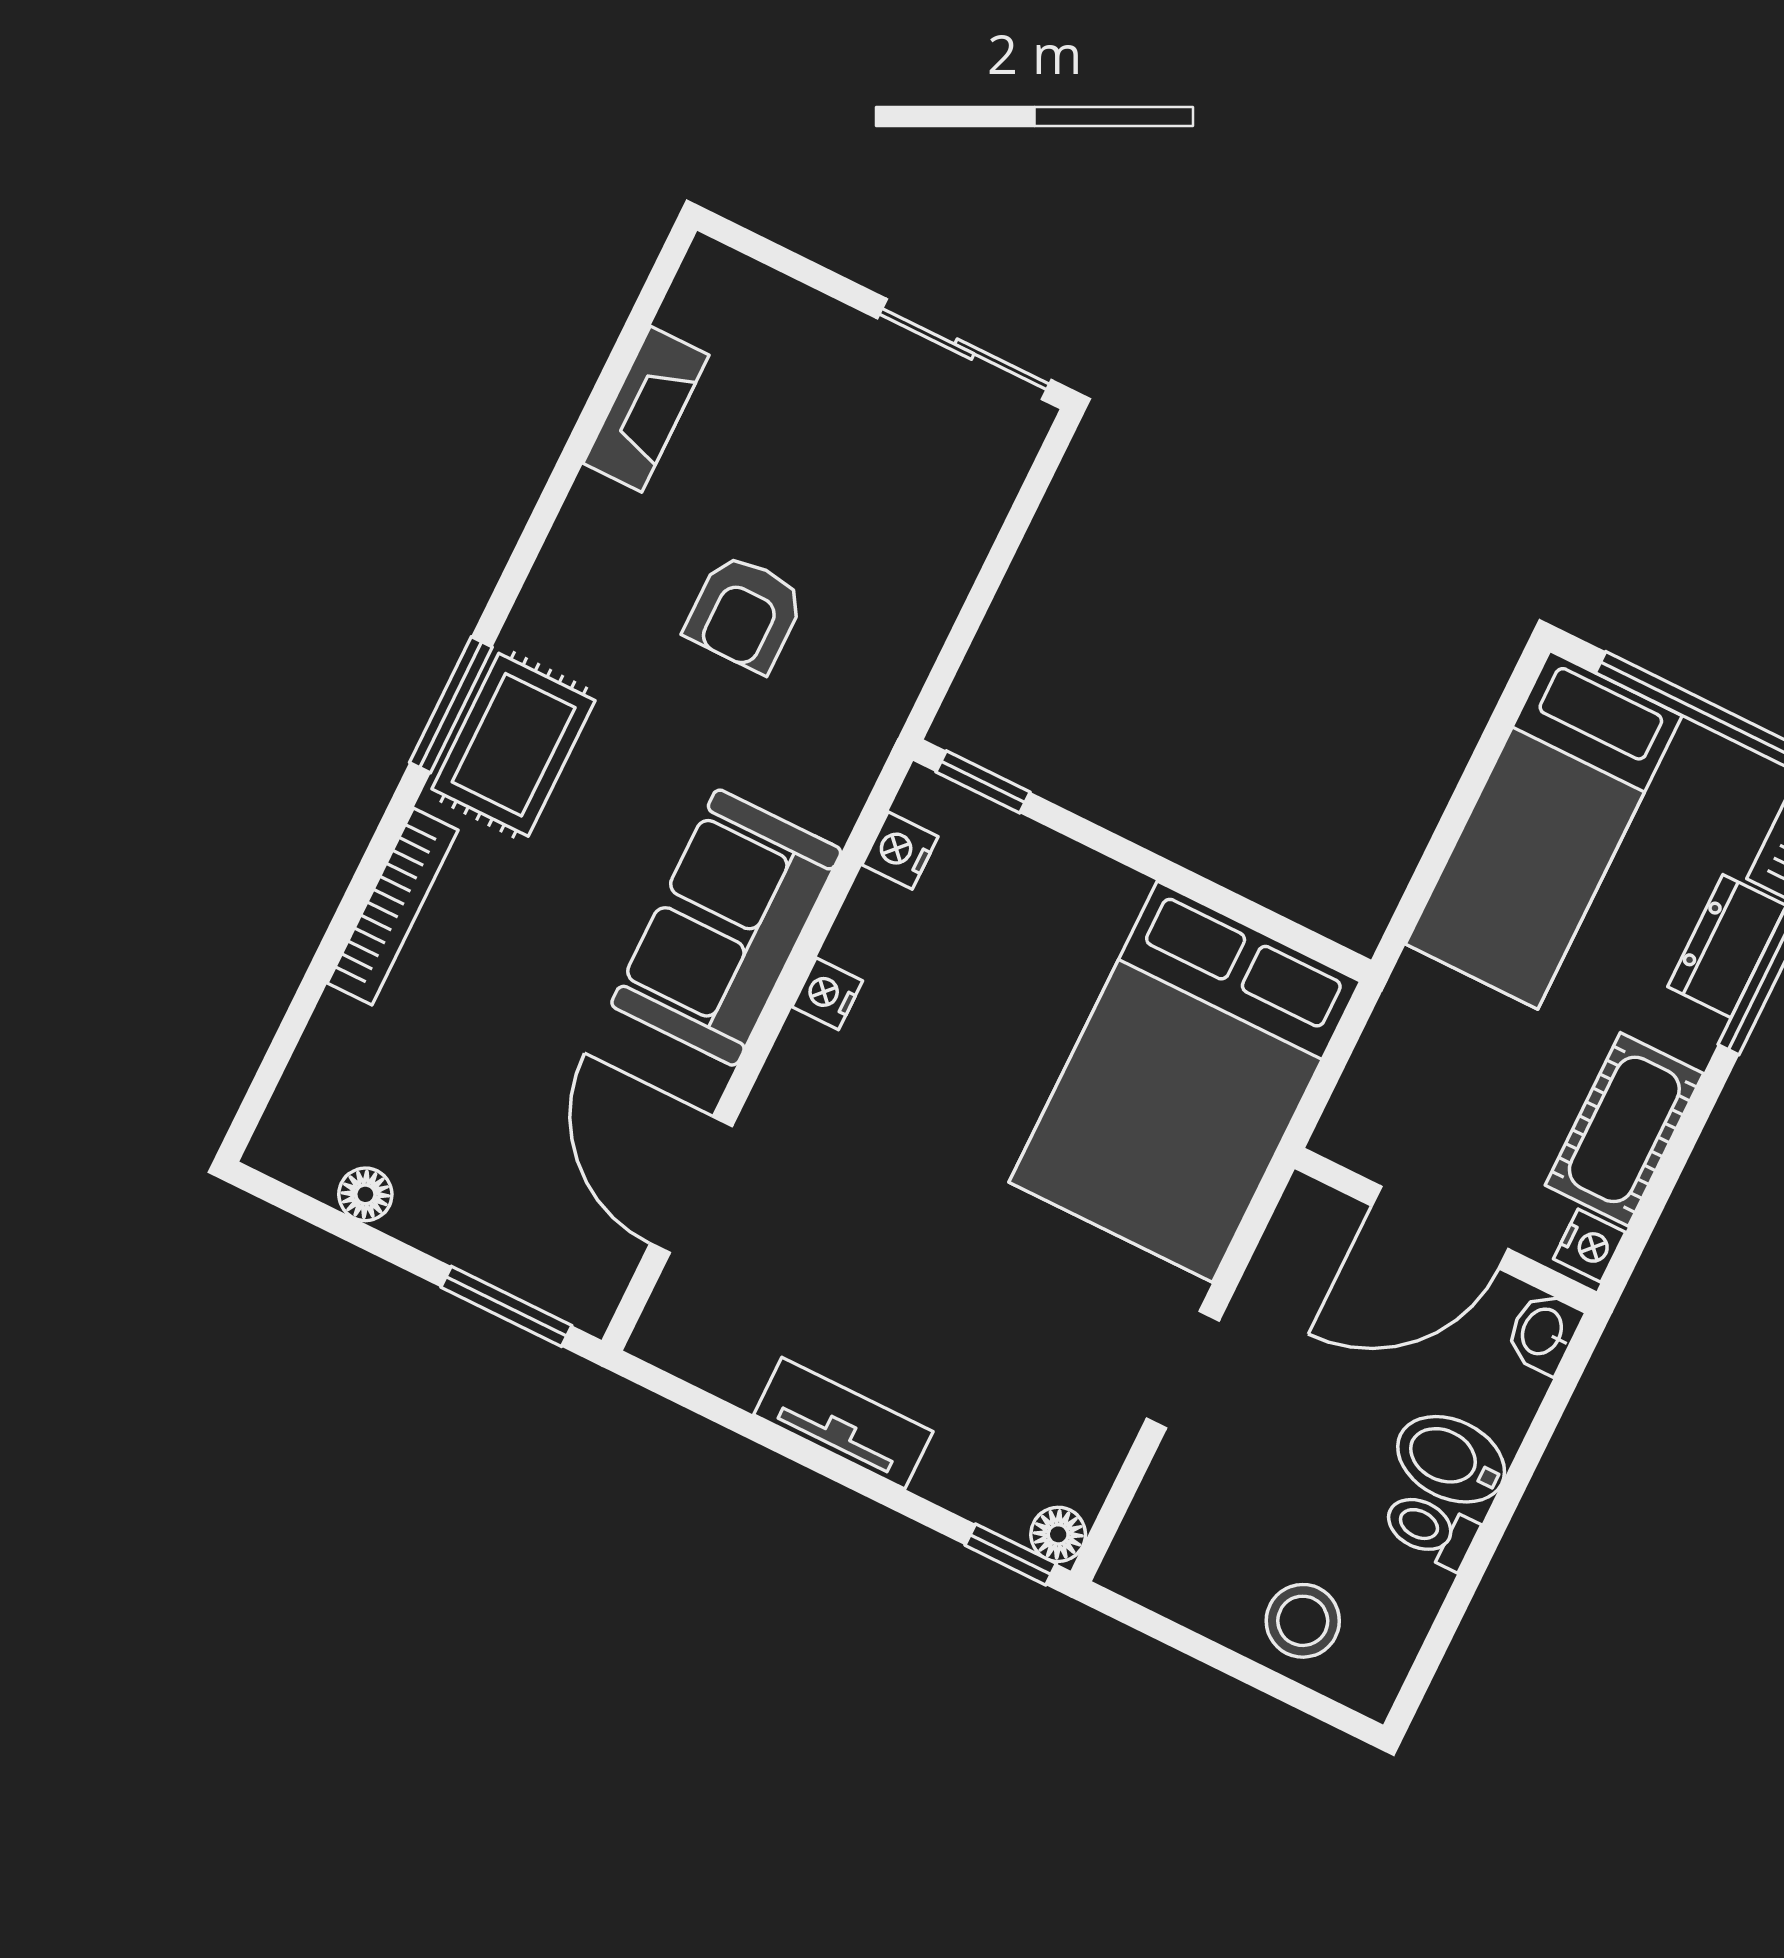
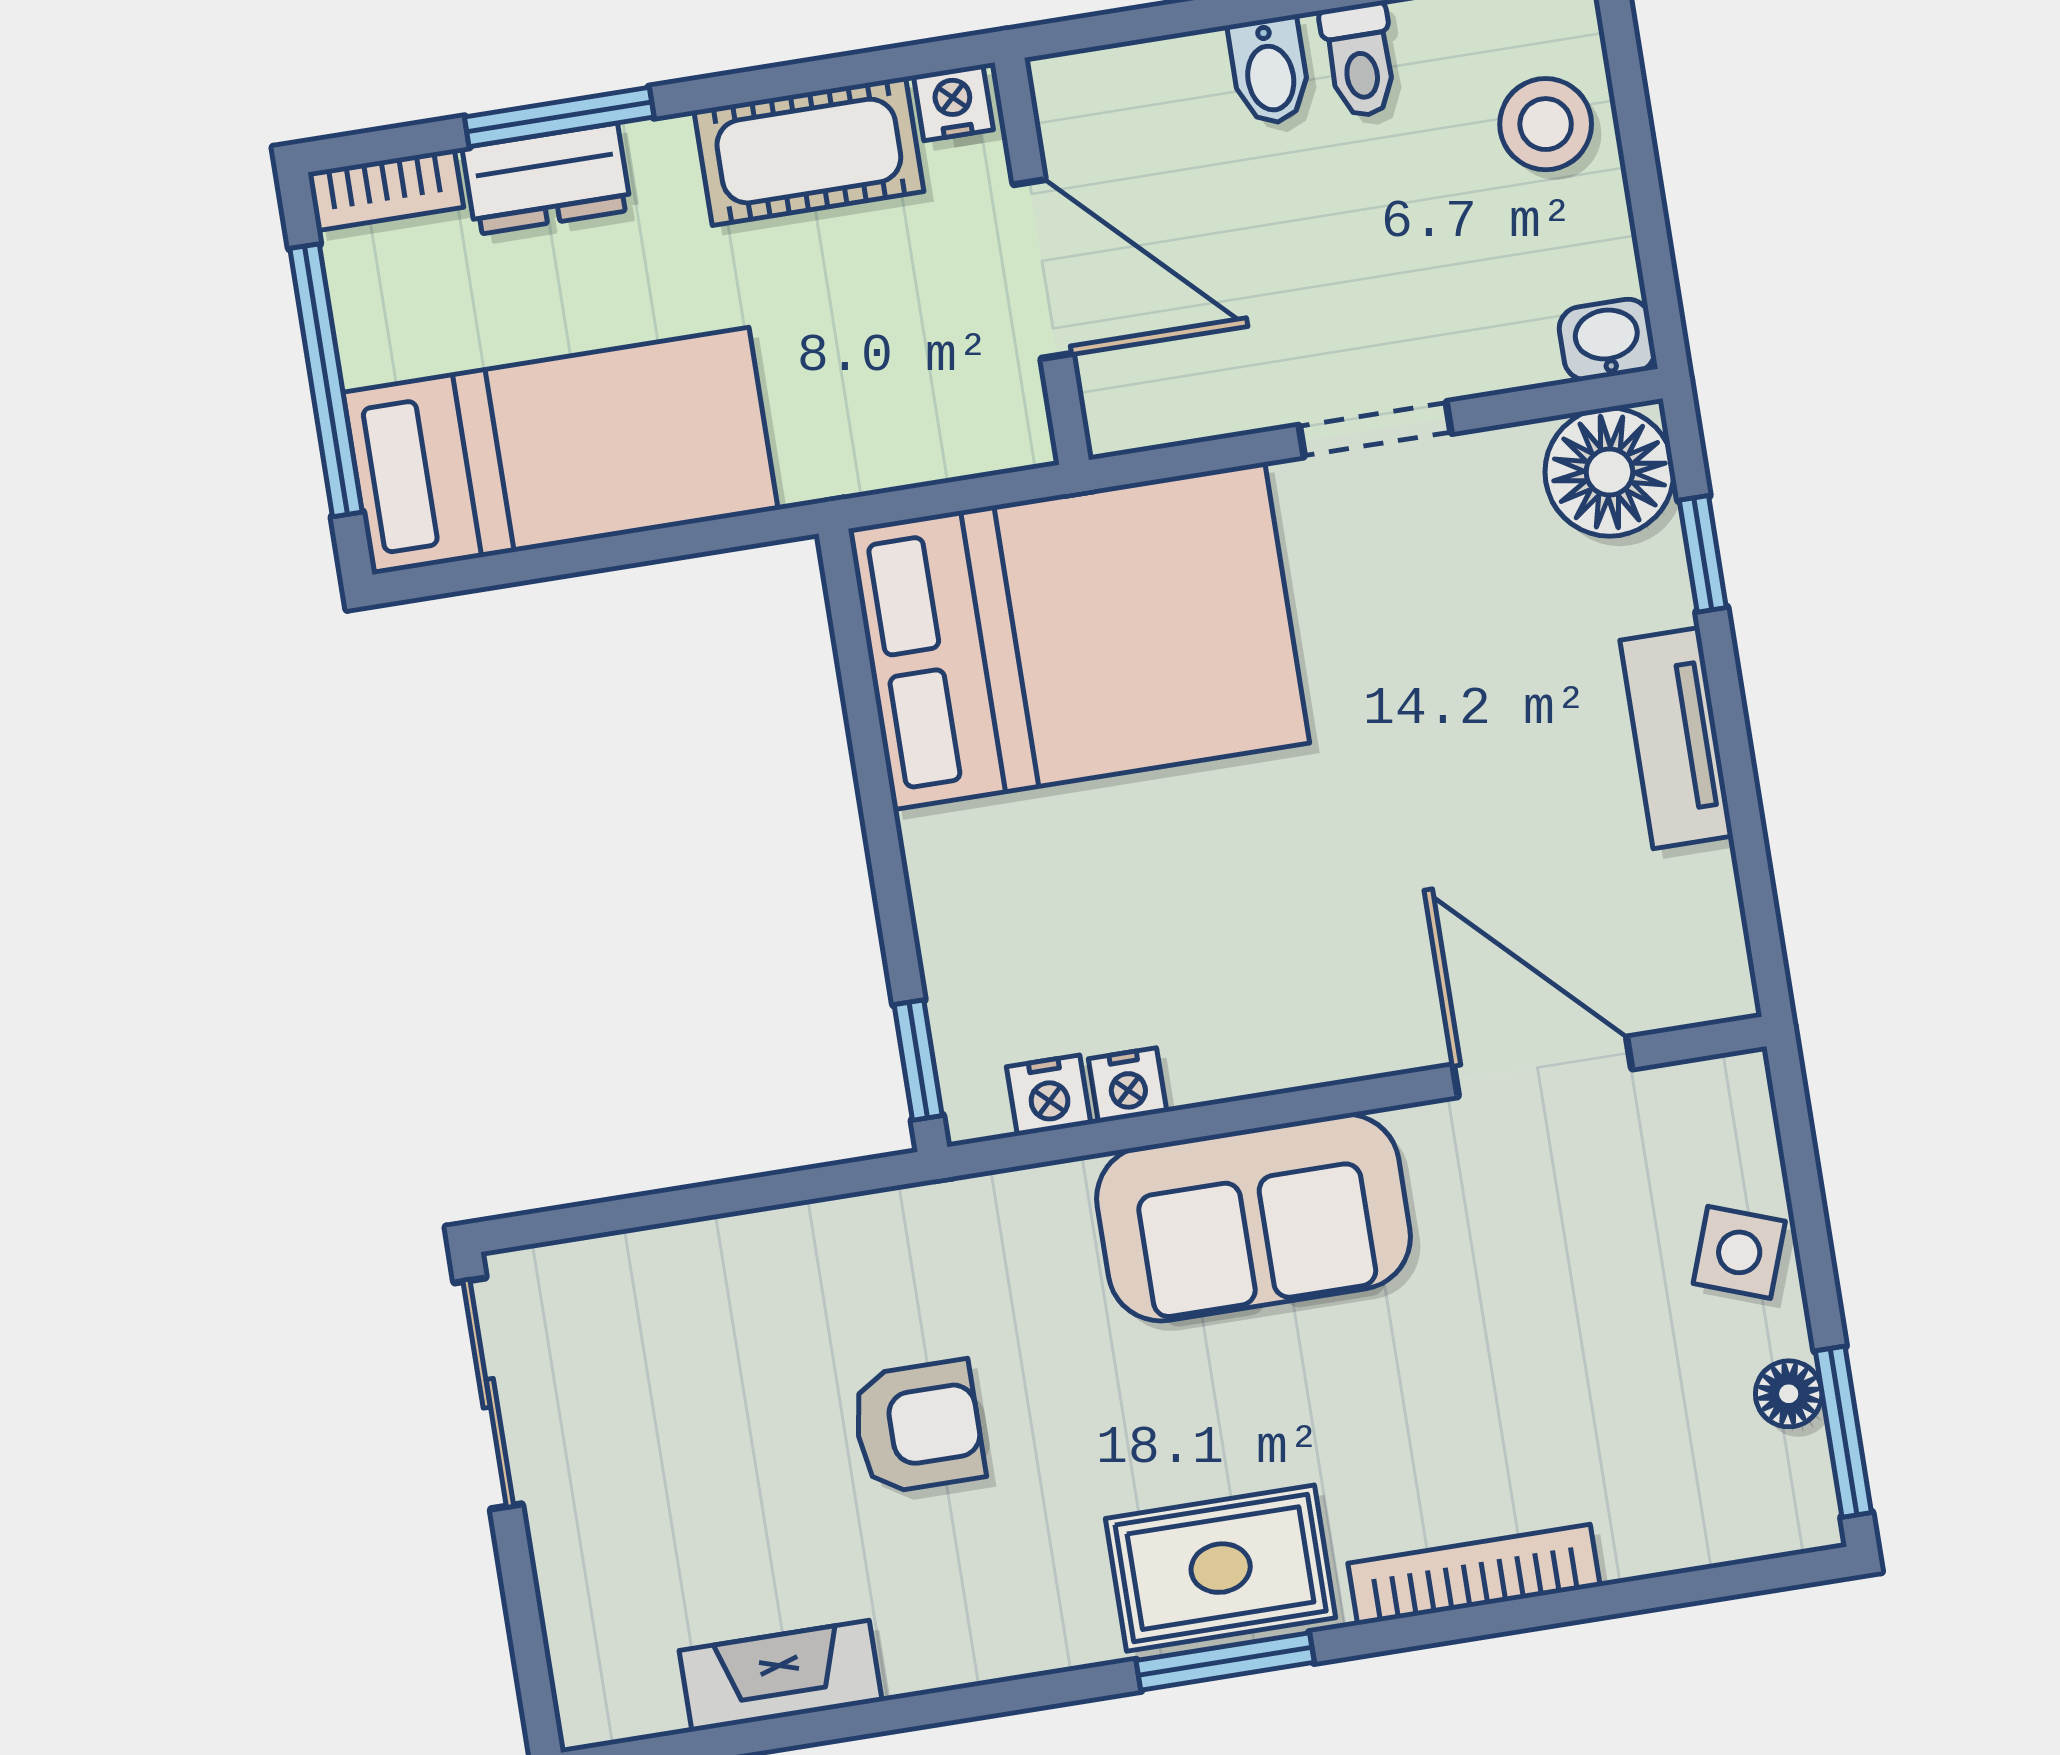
nightstand: (827, 994) -> (1128, 1085), moved
door: (691, 1185) -> (1542, 1067), swing flipped
side table: (480, 1227) -> (1739, 1252), added
window: (506, 1306) -> (1843, 1432), moved
washbasin: (1543, 1332) -> (1607, 340), moved, turned 180
bidet: (1451, 1459) -> (1270, 71), width x0.72, depth x0.74
floor lamp: (1058, 1534) -> (1609, 472), width x1.89, depth x1.89
window: (1011, 1554) -> (1703, 554), moved

